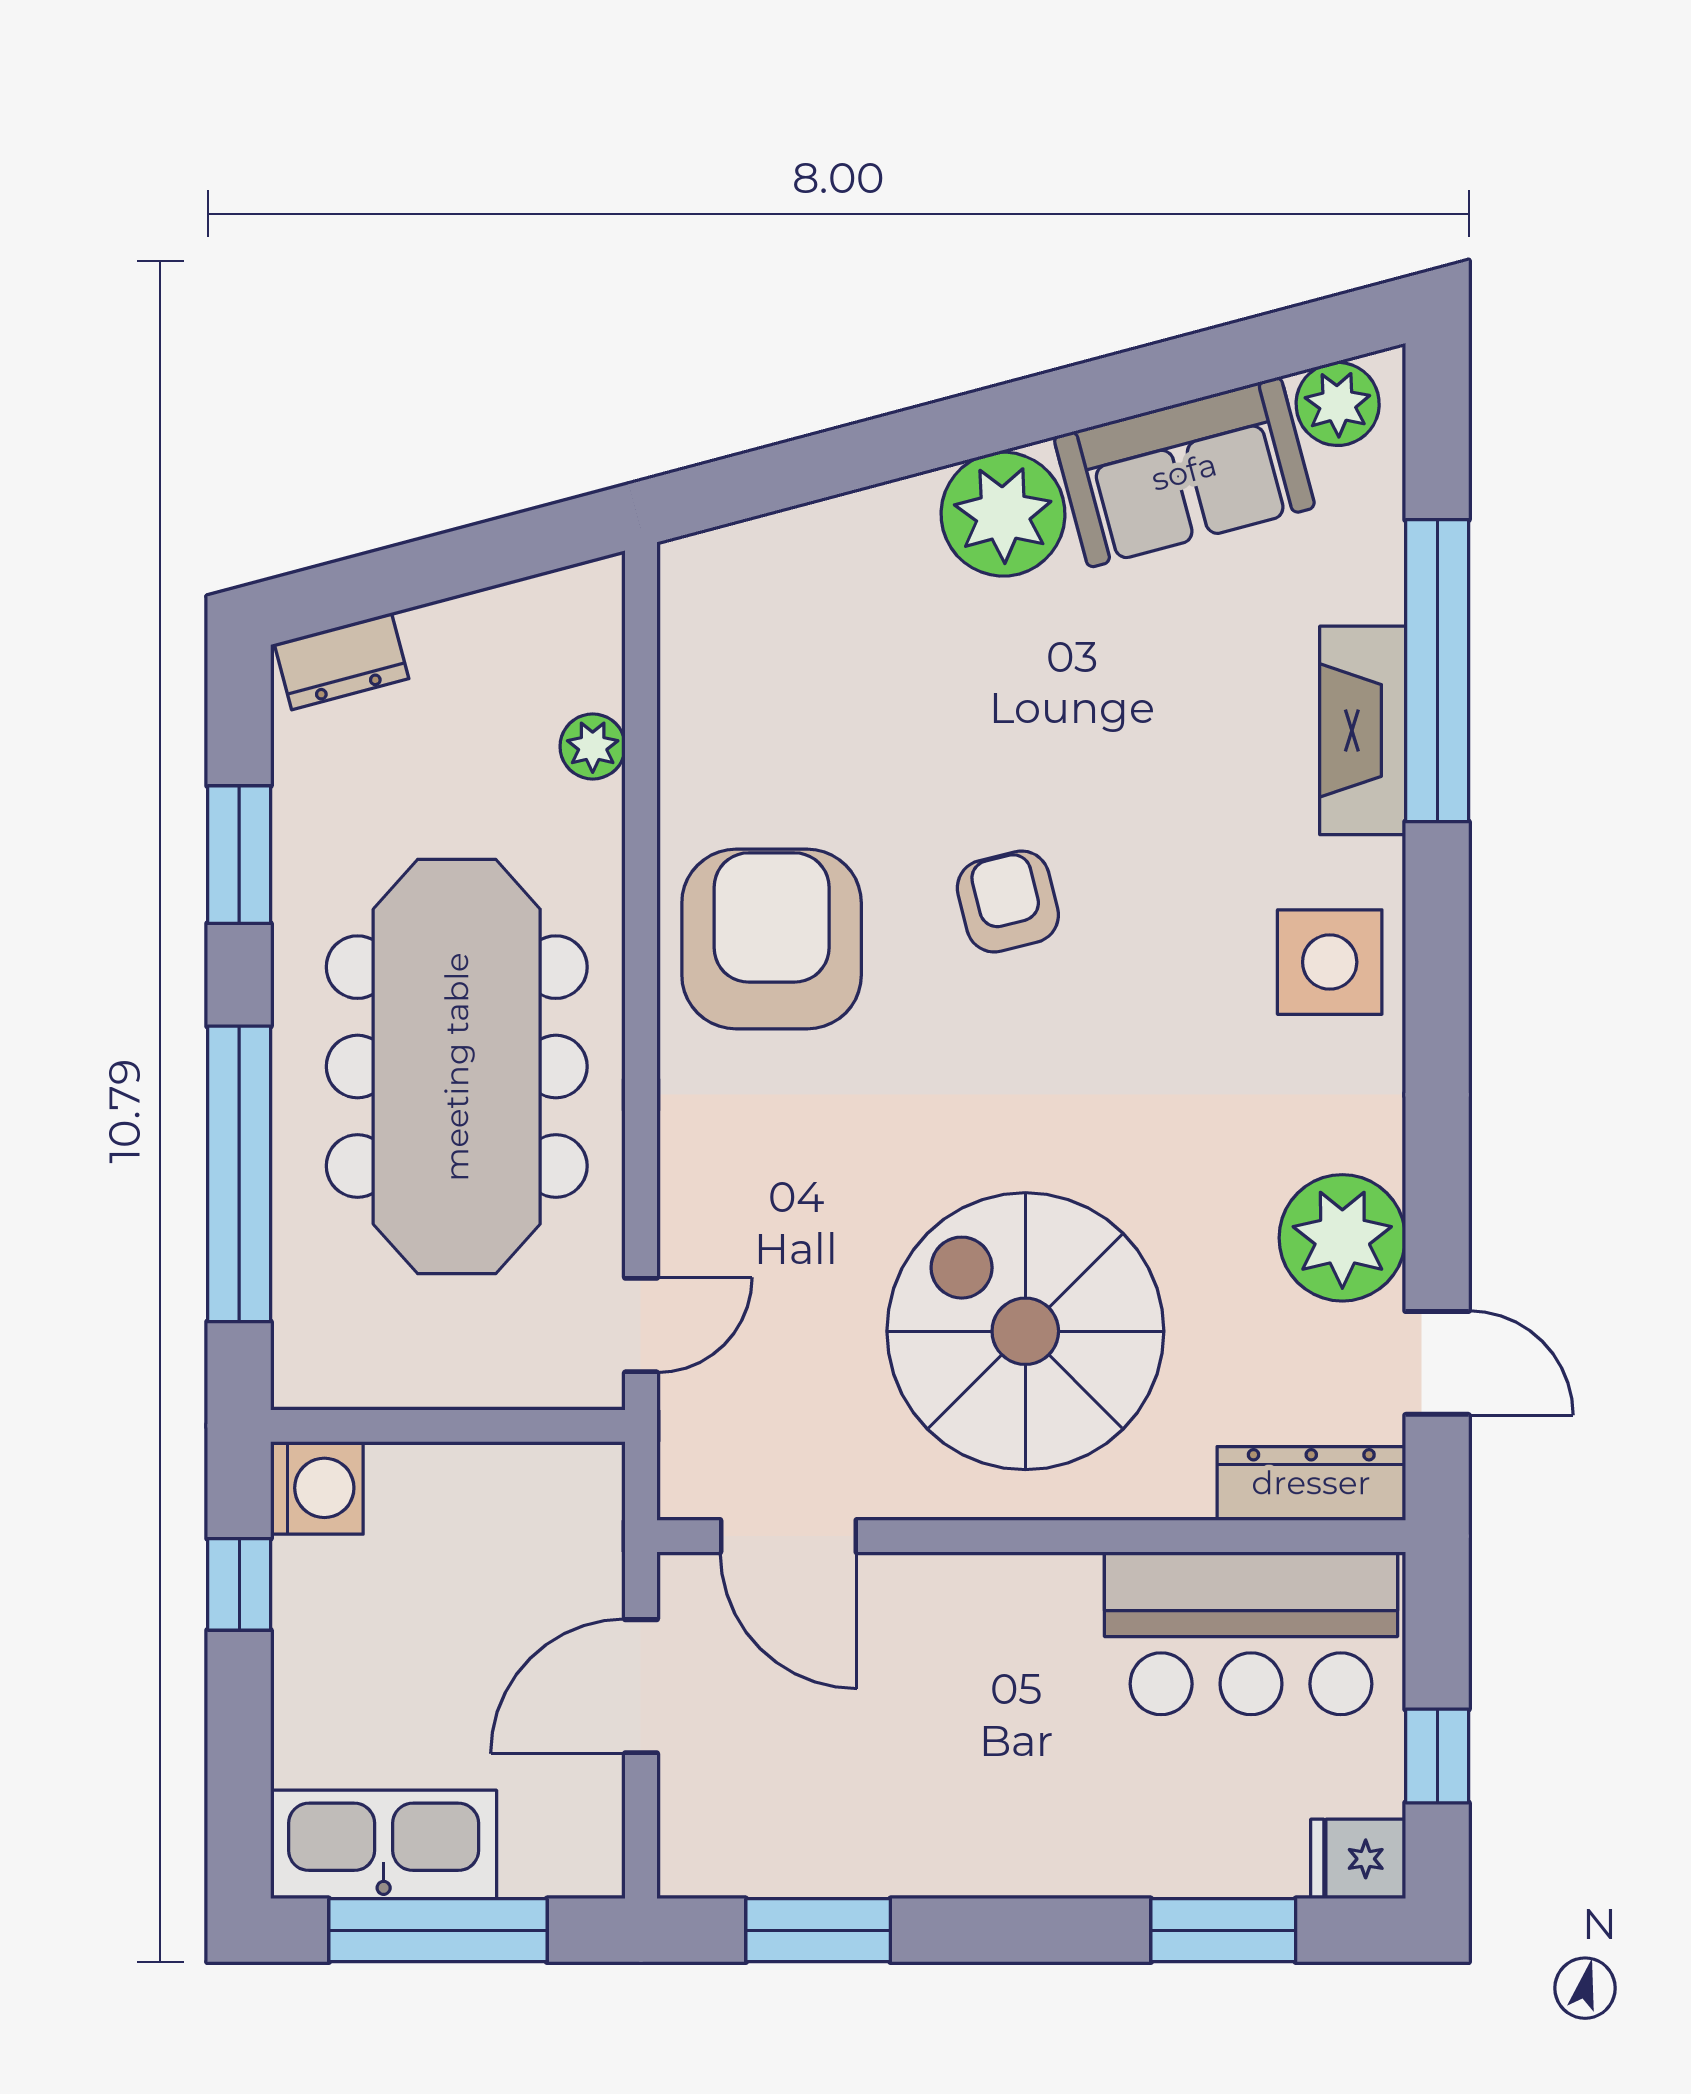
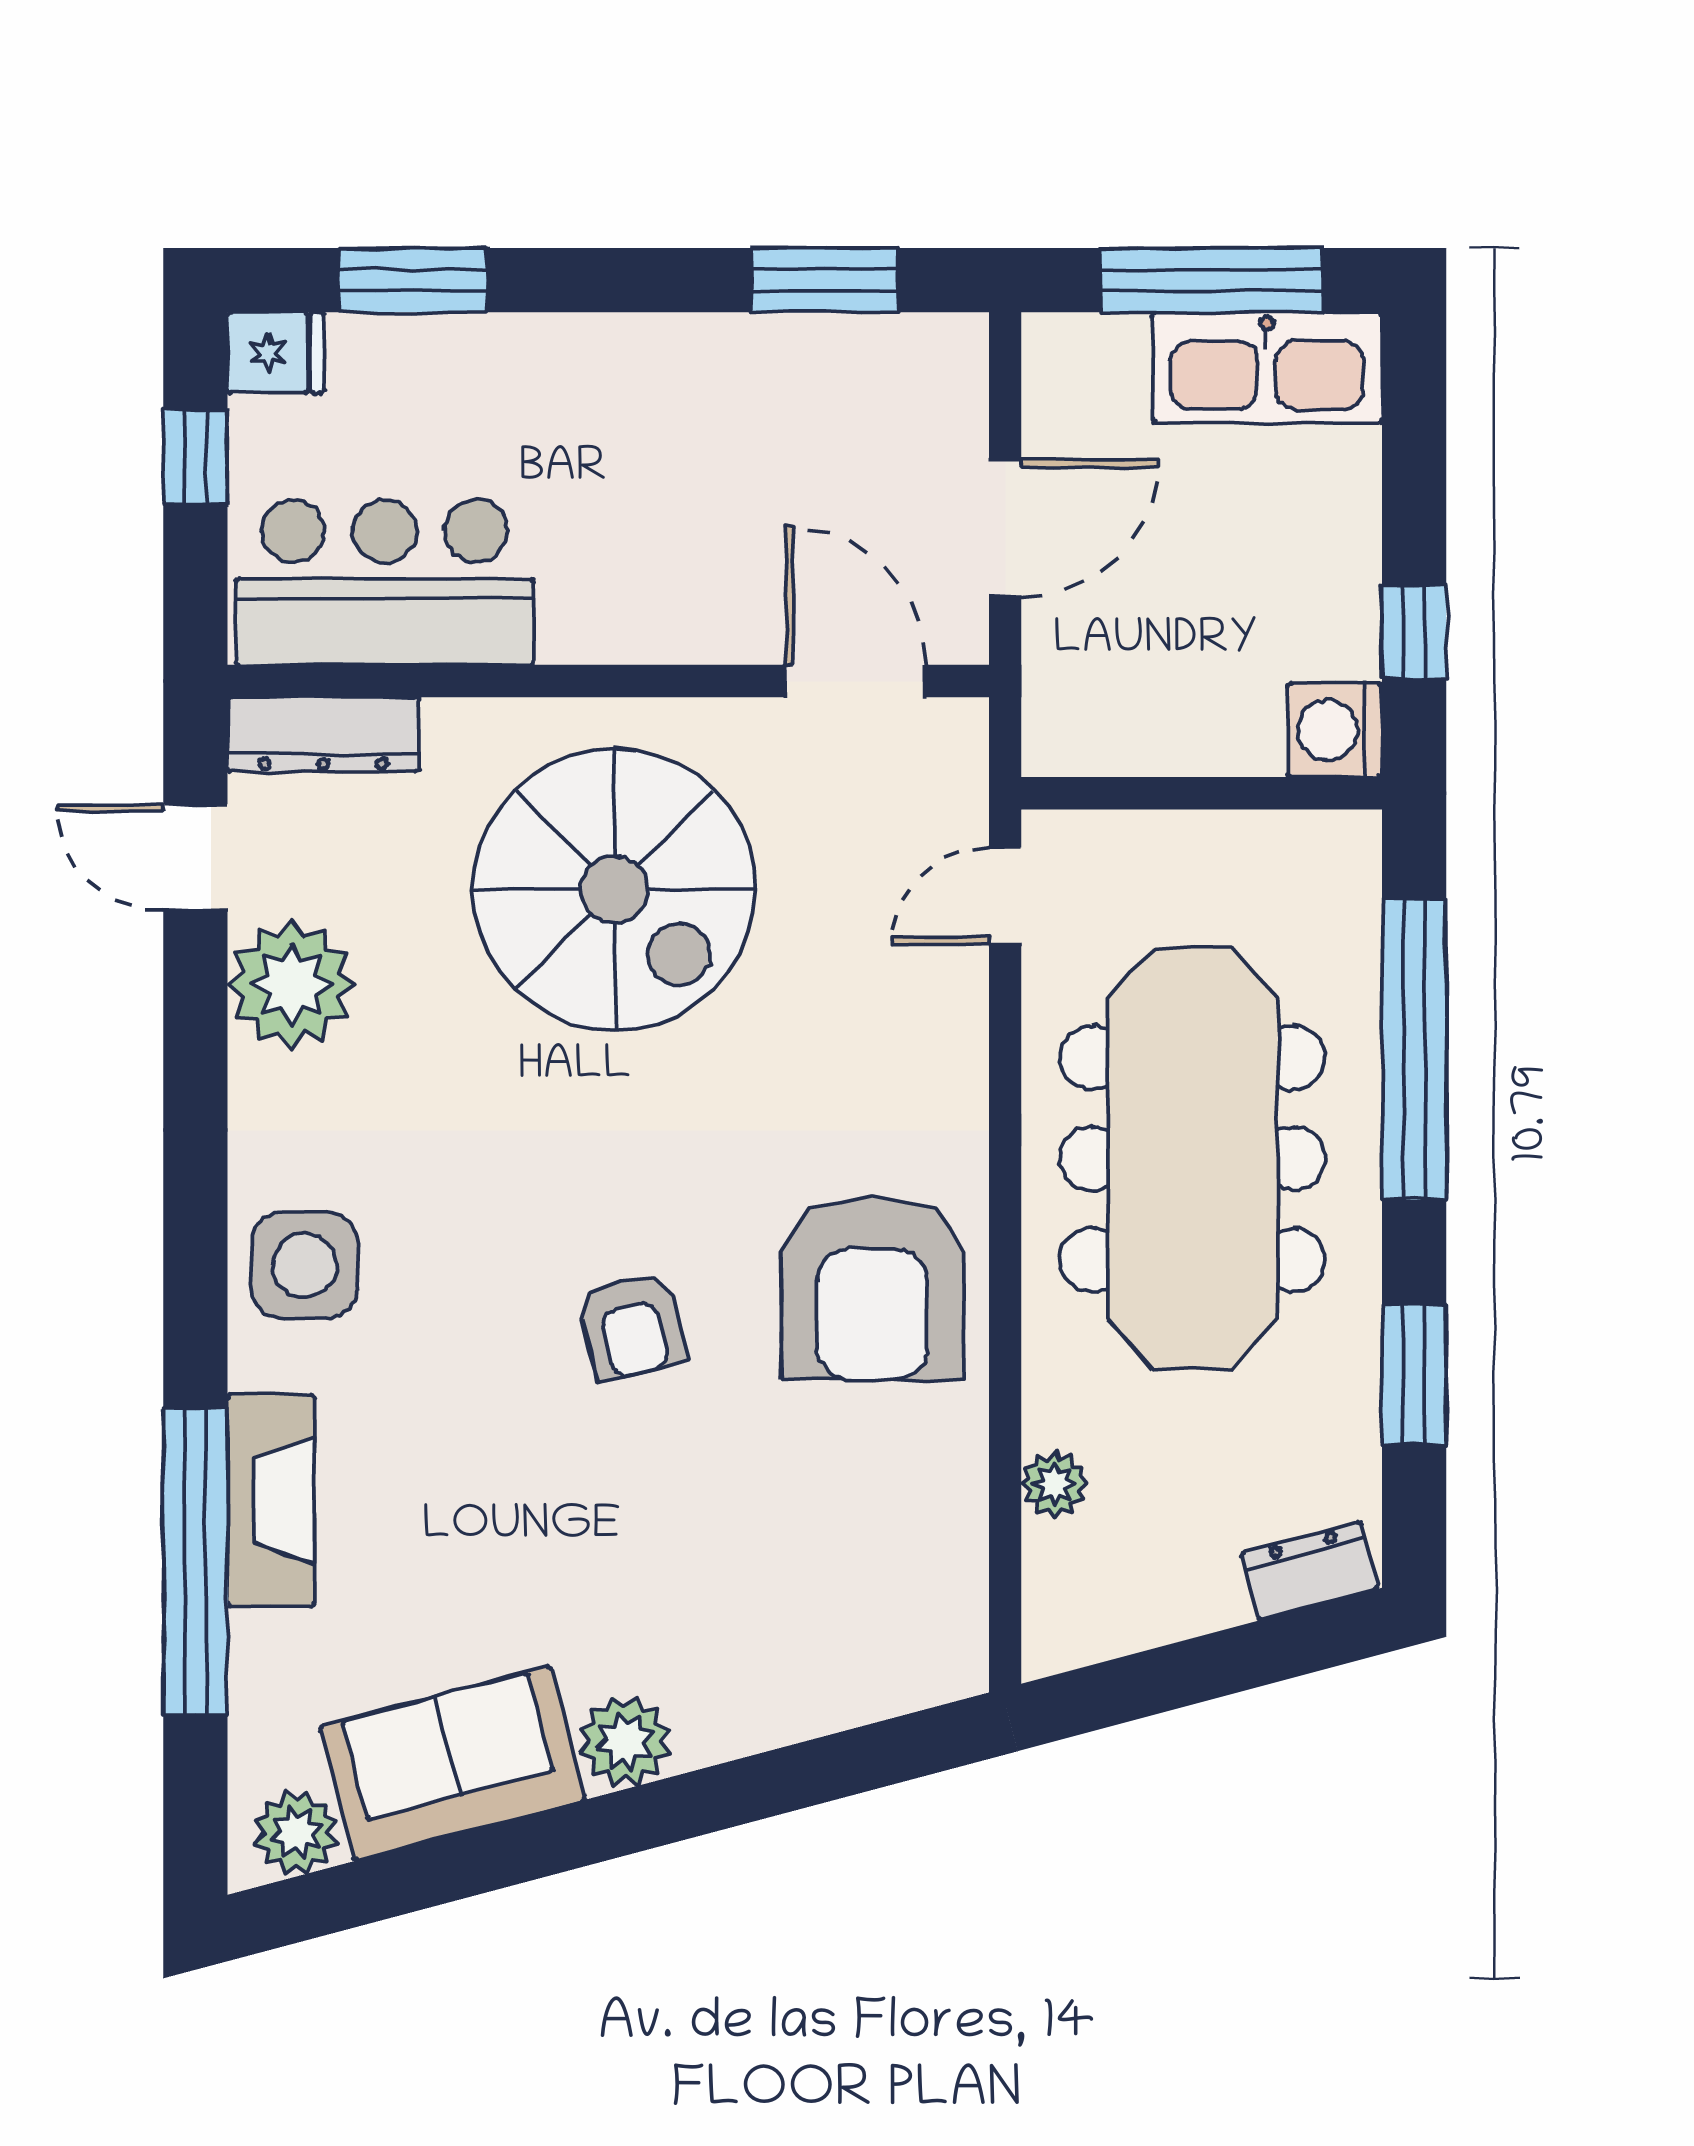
plant: (1003, 514) -> (625, 1741), width x0.73, depth x0.73

